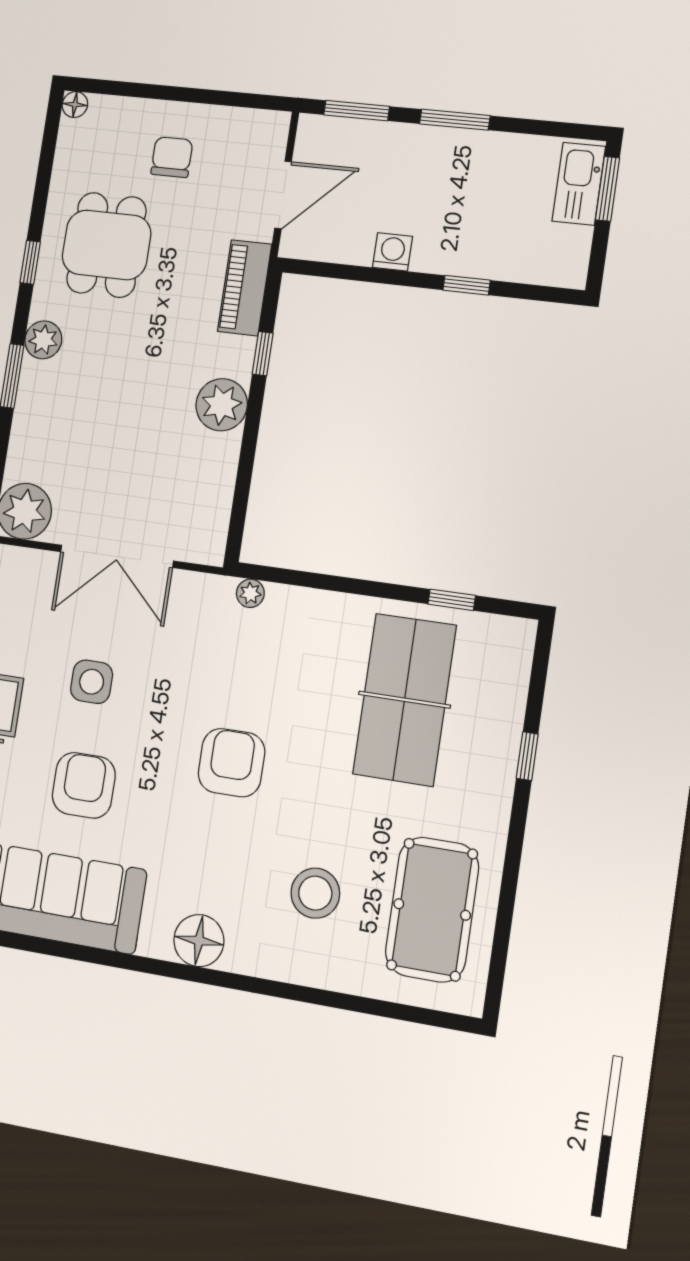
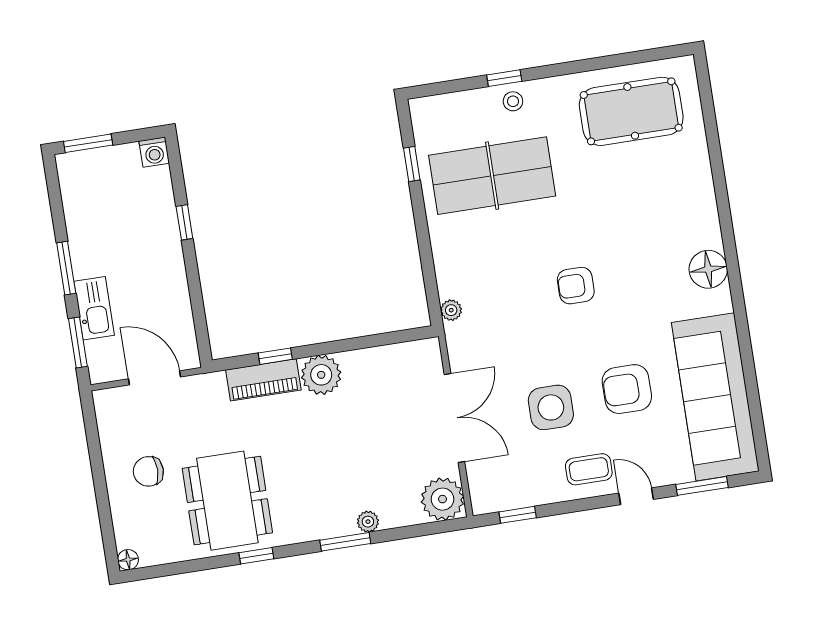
kitchen sink: (579, 184) -> (94, 308), moved, turned -90
dining table: (106, 245) -> (227, 501), width x1.38
washing machine: (393, 252) -> (154, 152), moved, turned -90
piano: (245, 288) -> (263, 380), moved
plant: (43, 340) -> (368, 522), moved, width x0.73, depth x0.73
side table: (92, 682) -> (551, 407), width x1.37, depth x1.37
armchair: (231, 763) -> (576, 286), width x0.72, depth x0.72
stool: (315, 893) -> (513, 101), moved, width x0.53, depth x0.53

